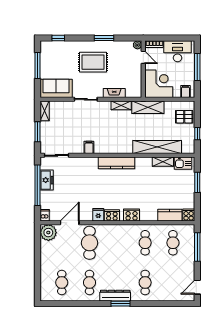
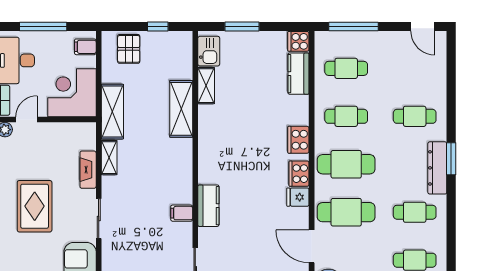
shelving: (157, 147) -> (181, 109), width x0.68
kitchen counter: (116, 163) -> (208, 206), moved, width x0.67
cafe table: (117, 243) -> (346, 164), added

